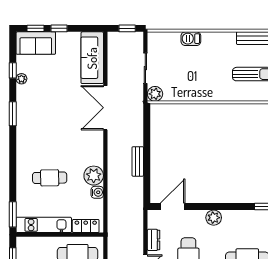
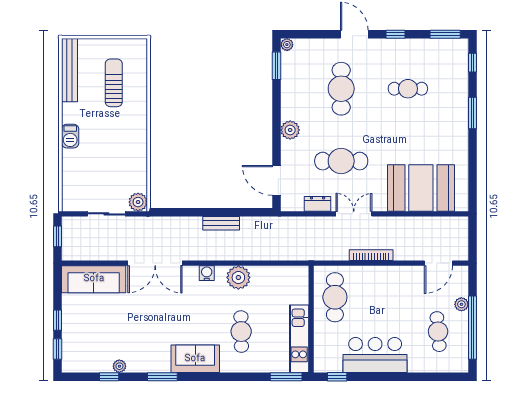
barbecue: (191, 39) -> (70, 136), moved
sofa: (36, 43) -> (195, 359), moved, turned -90
water cooler: (97, 192) -> (207, 273), moved
locker: (86, 226) -> (300, 287), removed

